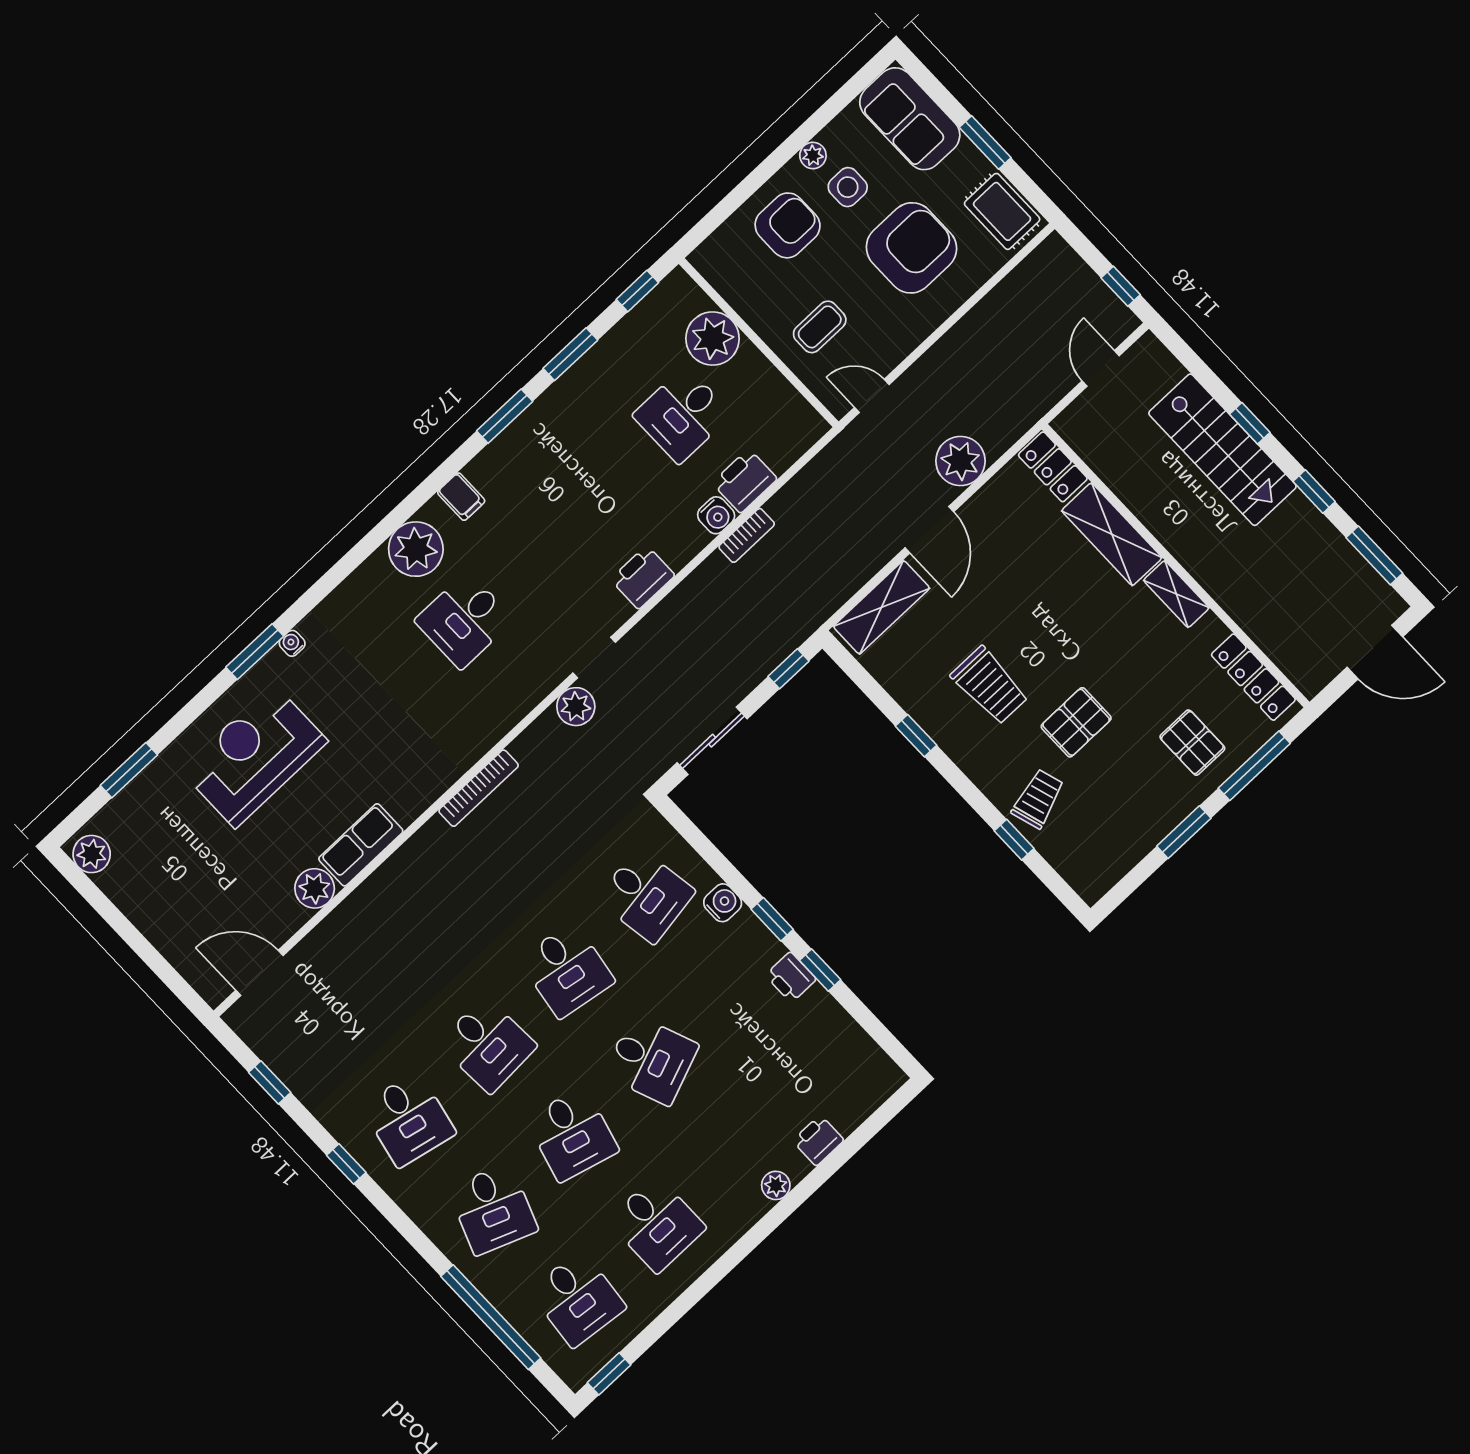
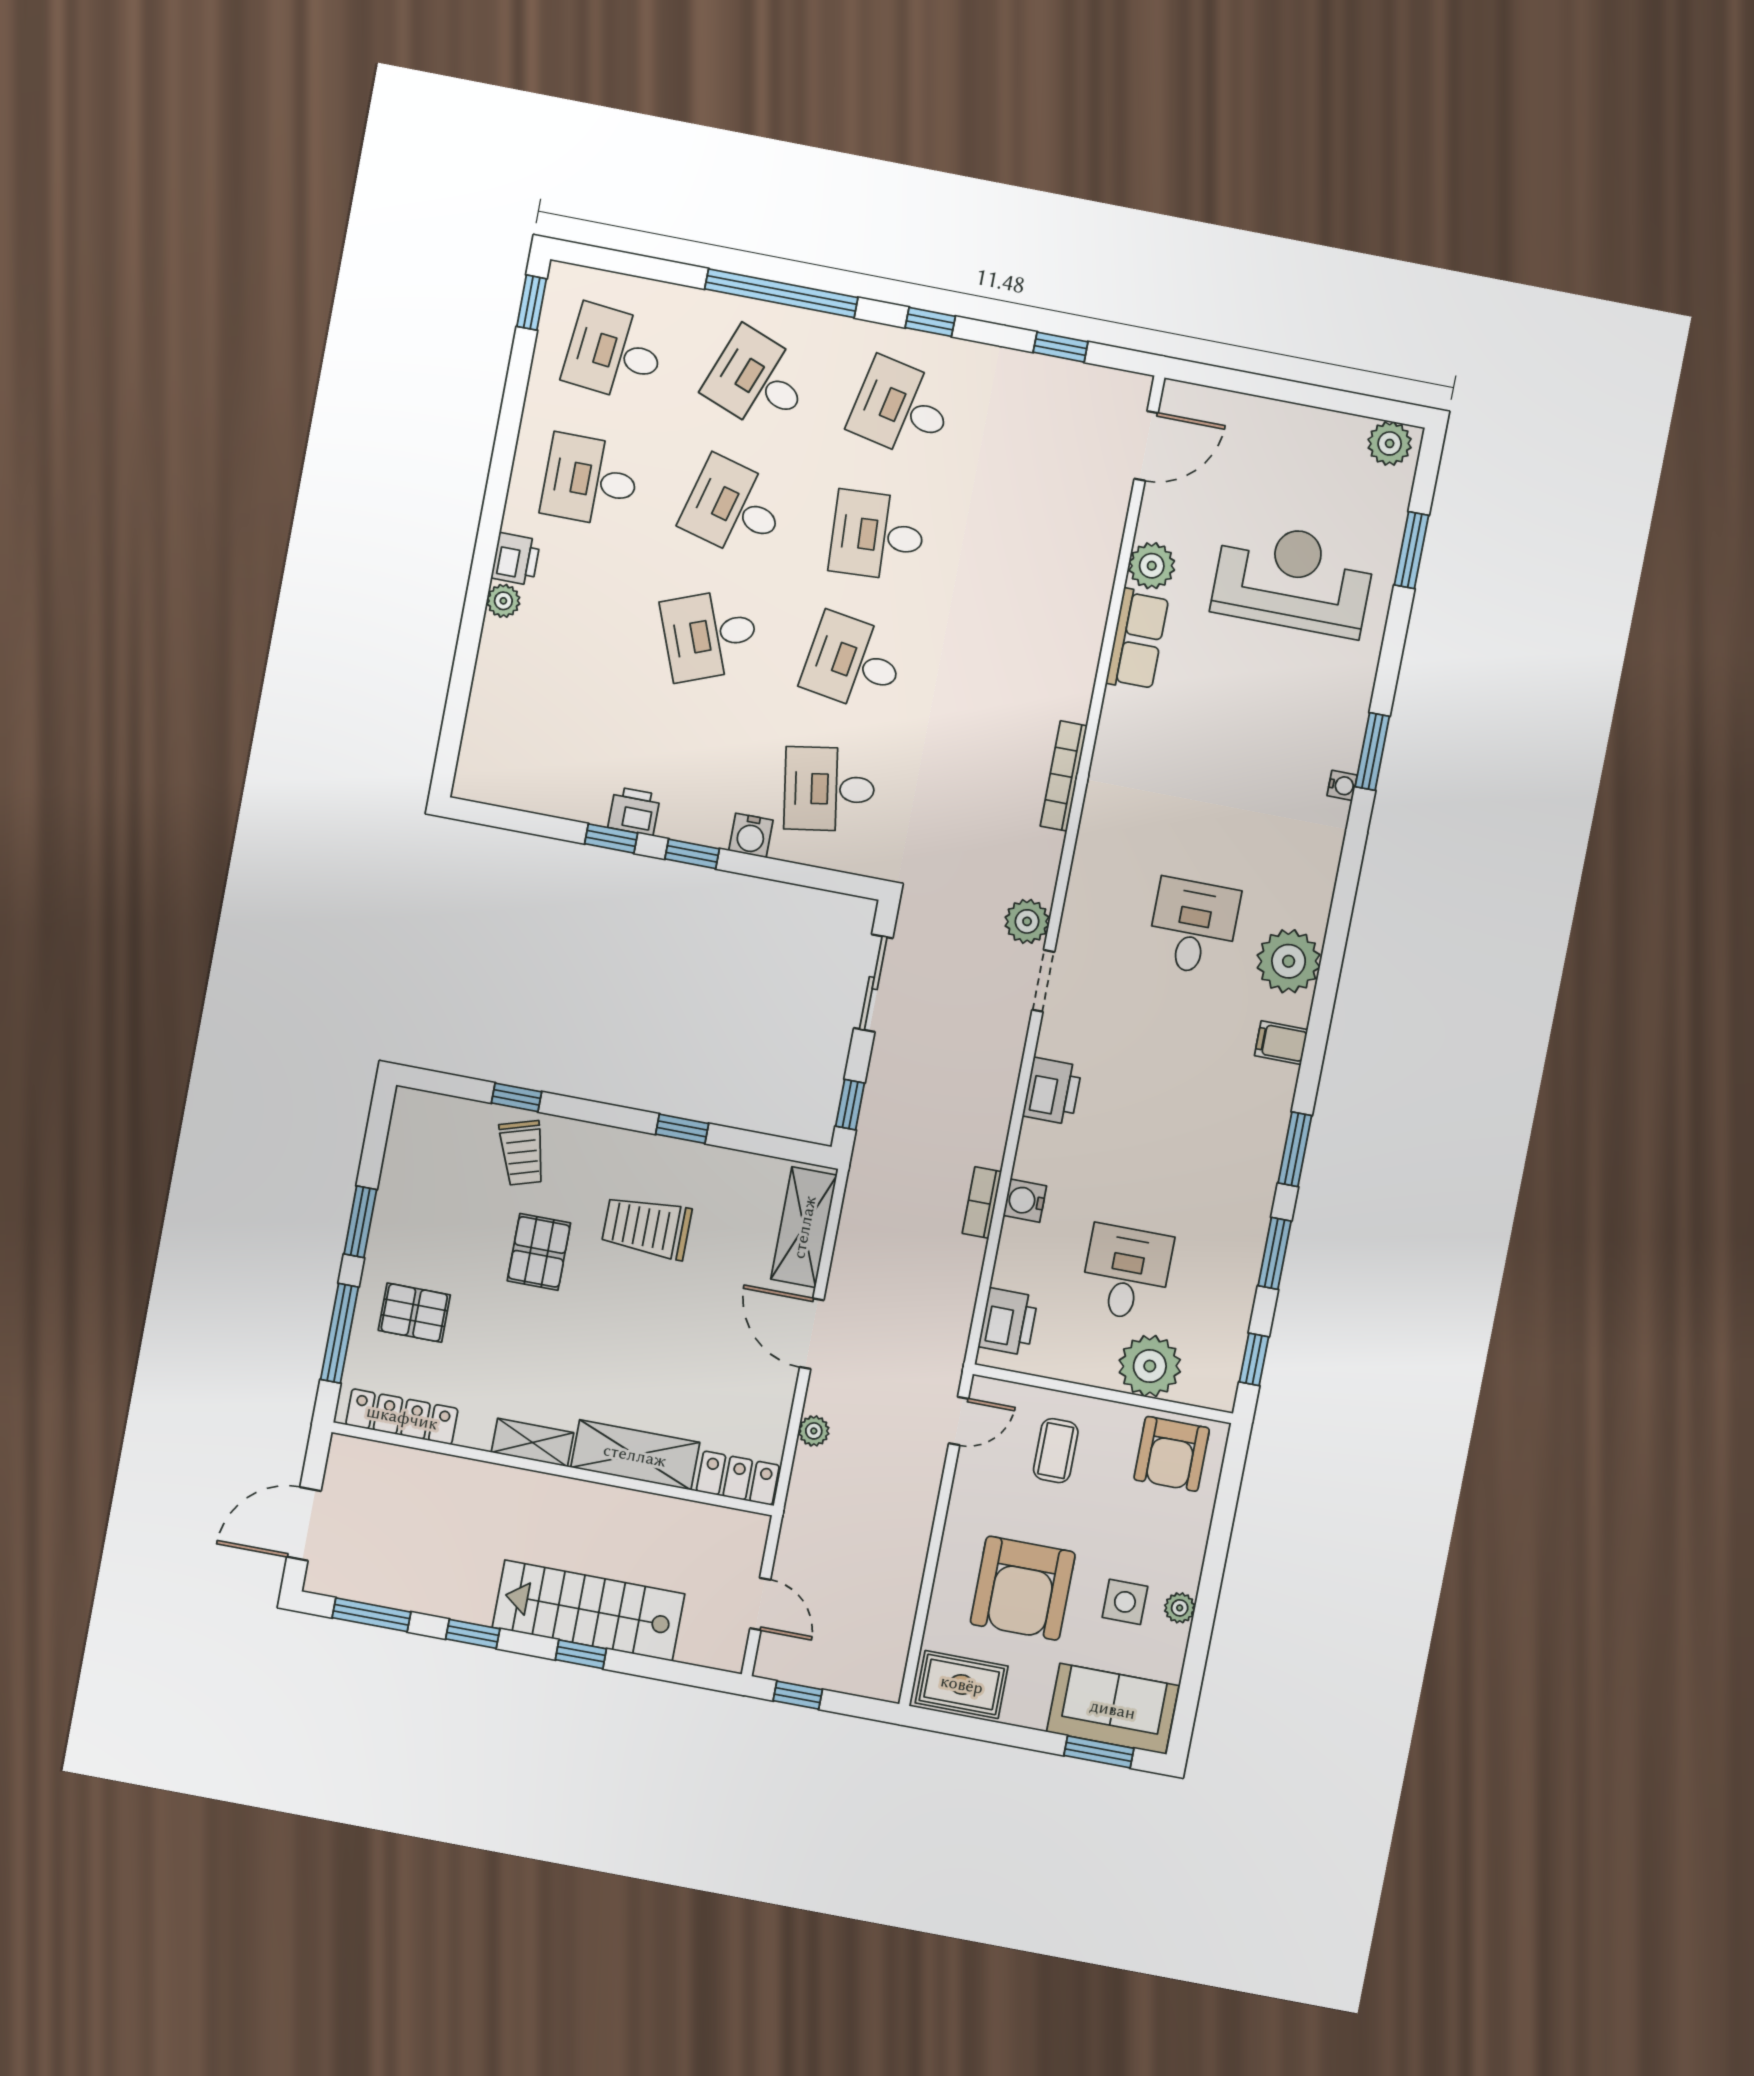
window: (985, 142) -> (1099, 1752), moved
armchair: (788, 225) -> (1172, 1454), moved
plant: (960, 461) -> (814, 1431), width x0.53, depth x0.53
printer: (745, 481) -> (1008, 1322), moved
reception desk: (254, 756) -> (1293, 579), moved, turned -90
printer: (818, 1140) -> (516, 559), moved
window: (491, 1317) -> (781, 293), moved

